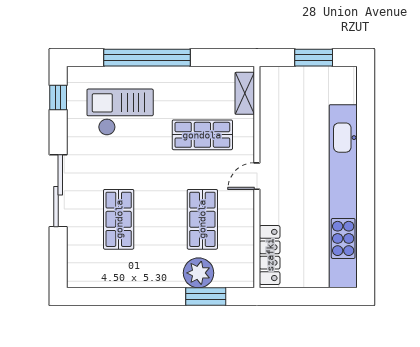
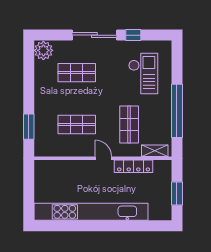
window: (147, 58) -> (177, 111), moved
window: (58, 97) -> (133, 35), moved
locker: (270, 255) -> (134, 166), moved
plant: (199, 273) -> (43, 50), moved

